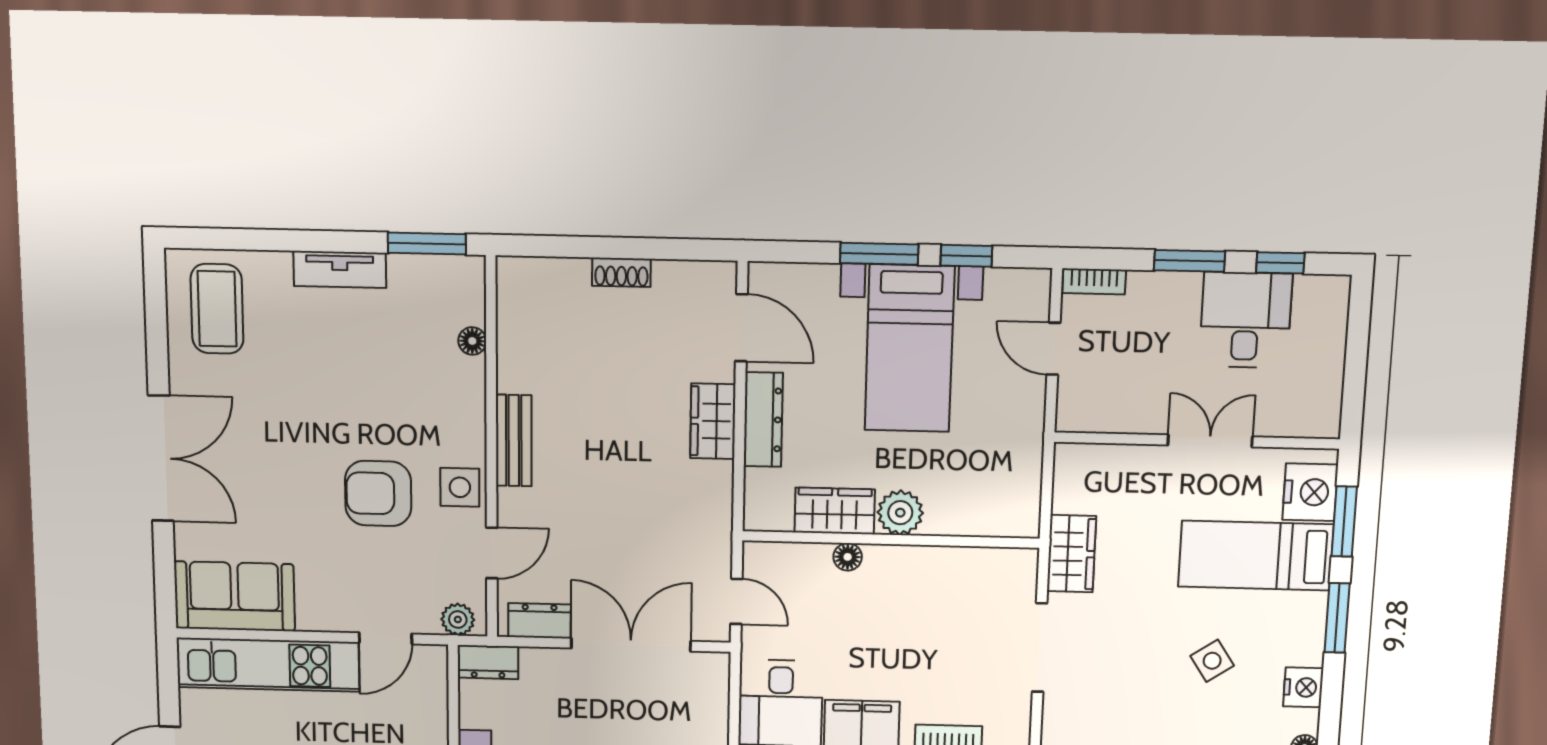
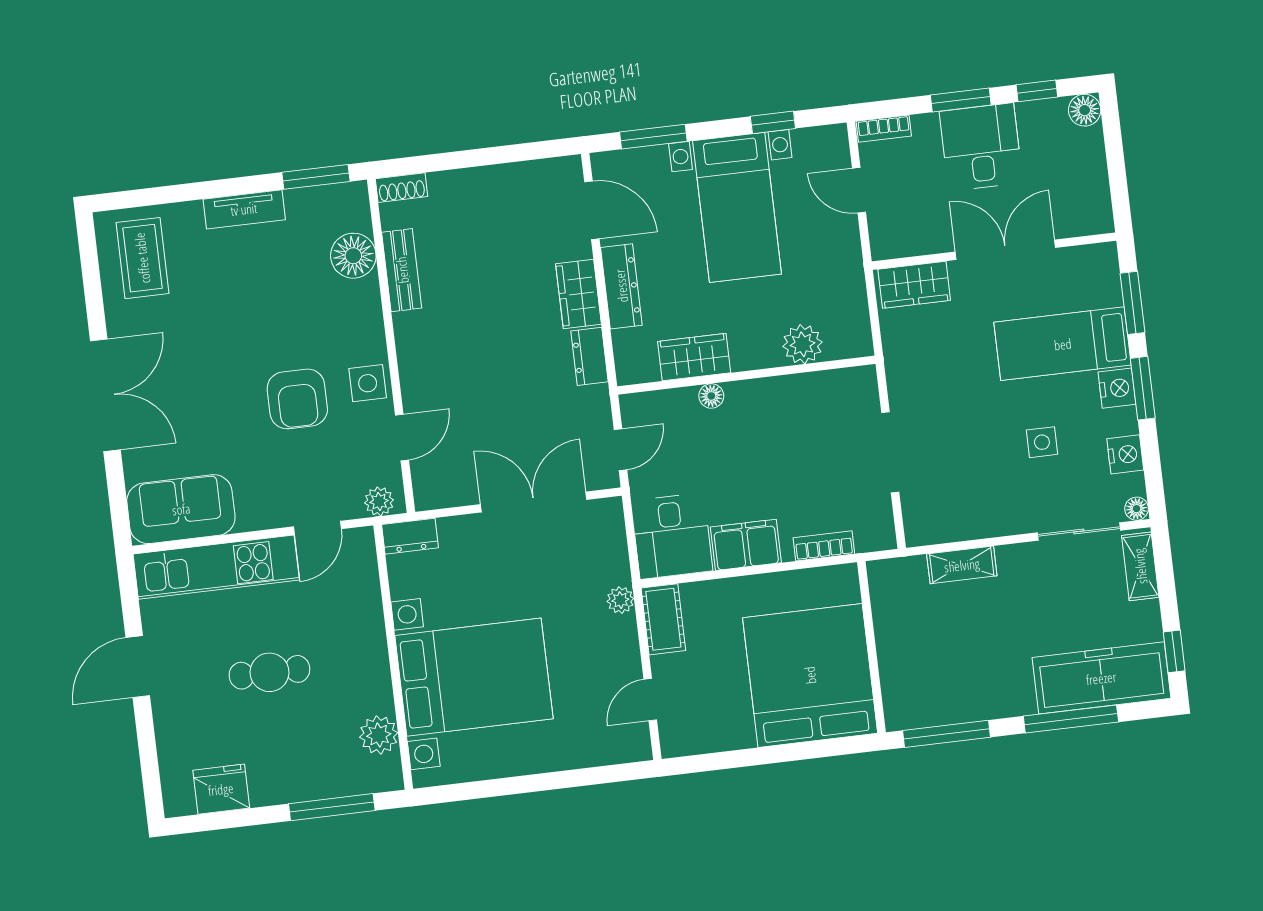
window: (879, 254) -> (653, 137), moved
shoe rack: (621, 272) -> (402, 188), moved
floor lamp: (1332, 293) -> (1085, 110), added
desk: (1246, 320) -> (981, 147), moved
floor lamp: (472, 341) -> (353, 256), width x1.89, depth x1.89
bench: (514, 441) -> (402, 270), moved
double door: (1210, 441) -> (1005, 250), width x1.37
nightstand: (1310, 492) -> (1117, 388), moved, width x0.74, depth x0.75
armchair: (378, 493) -> (297, 399), turned -90
plant: (900, 513) -> (803, 344), moved
wardrobe: (1072, 554) -> (914, 285), moved, turned 90
door: (736, 601) -> (620, 450), hinge flipped
dresser: (540, 621) -> (589, 356), moved, turned -90
side table: (1212, 661) -> (1042, 442), turned 34

